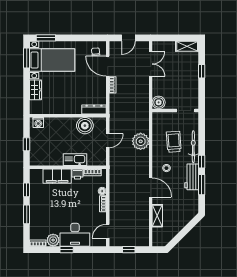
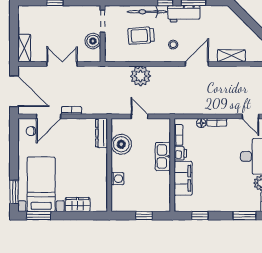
door: (128, 38) -> (14, 91), width x1.88
shelving: (187, 46) -> (24, 48), moved
double door: (151, 64) -> (62, 64), moved
boiler: (159, 102) -> (93, 41), moved
washing machine: (38, 122) -> (117, 179), moved
window: (27, 214) -> (245, 216), moved

